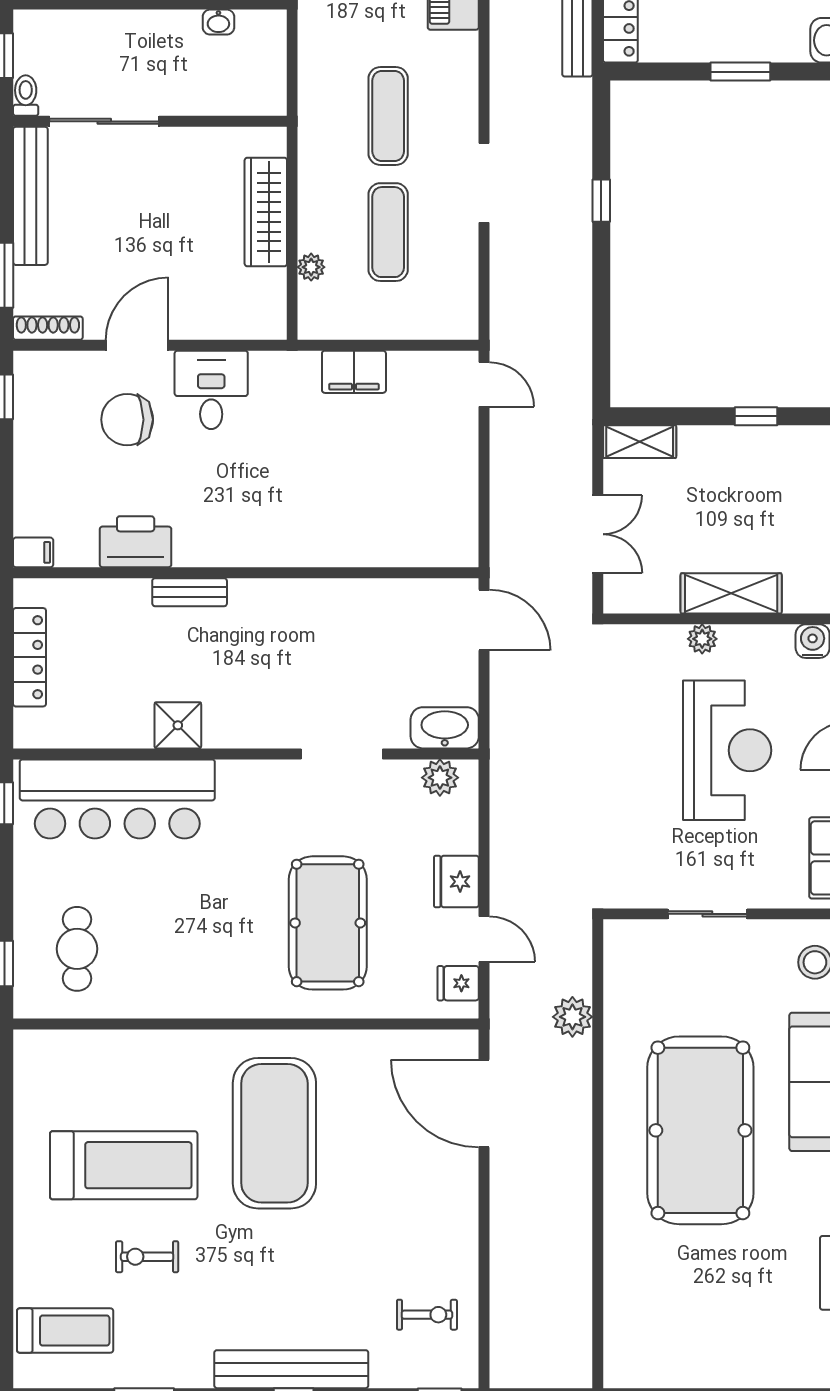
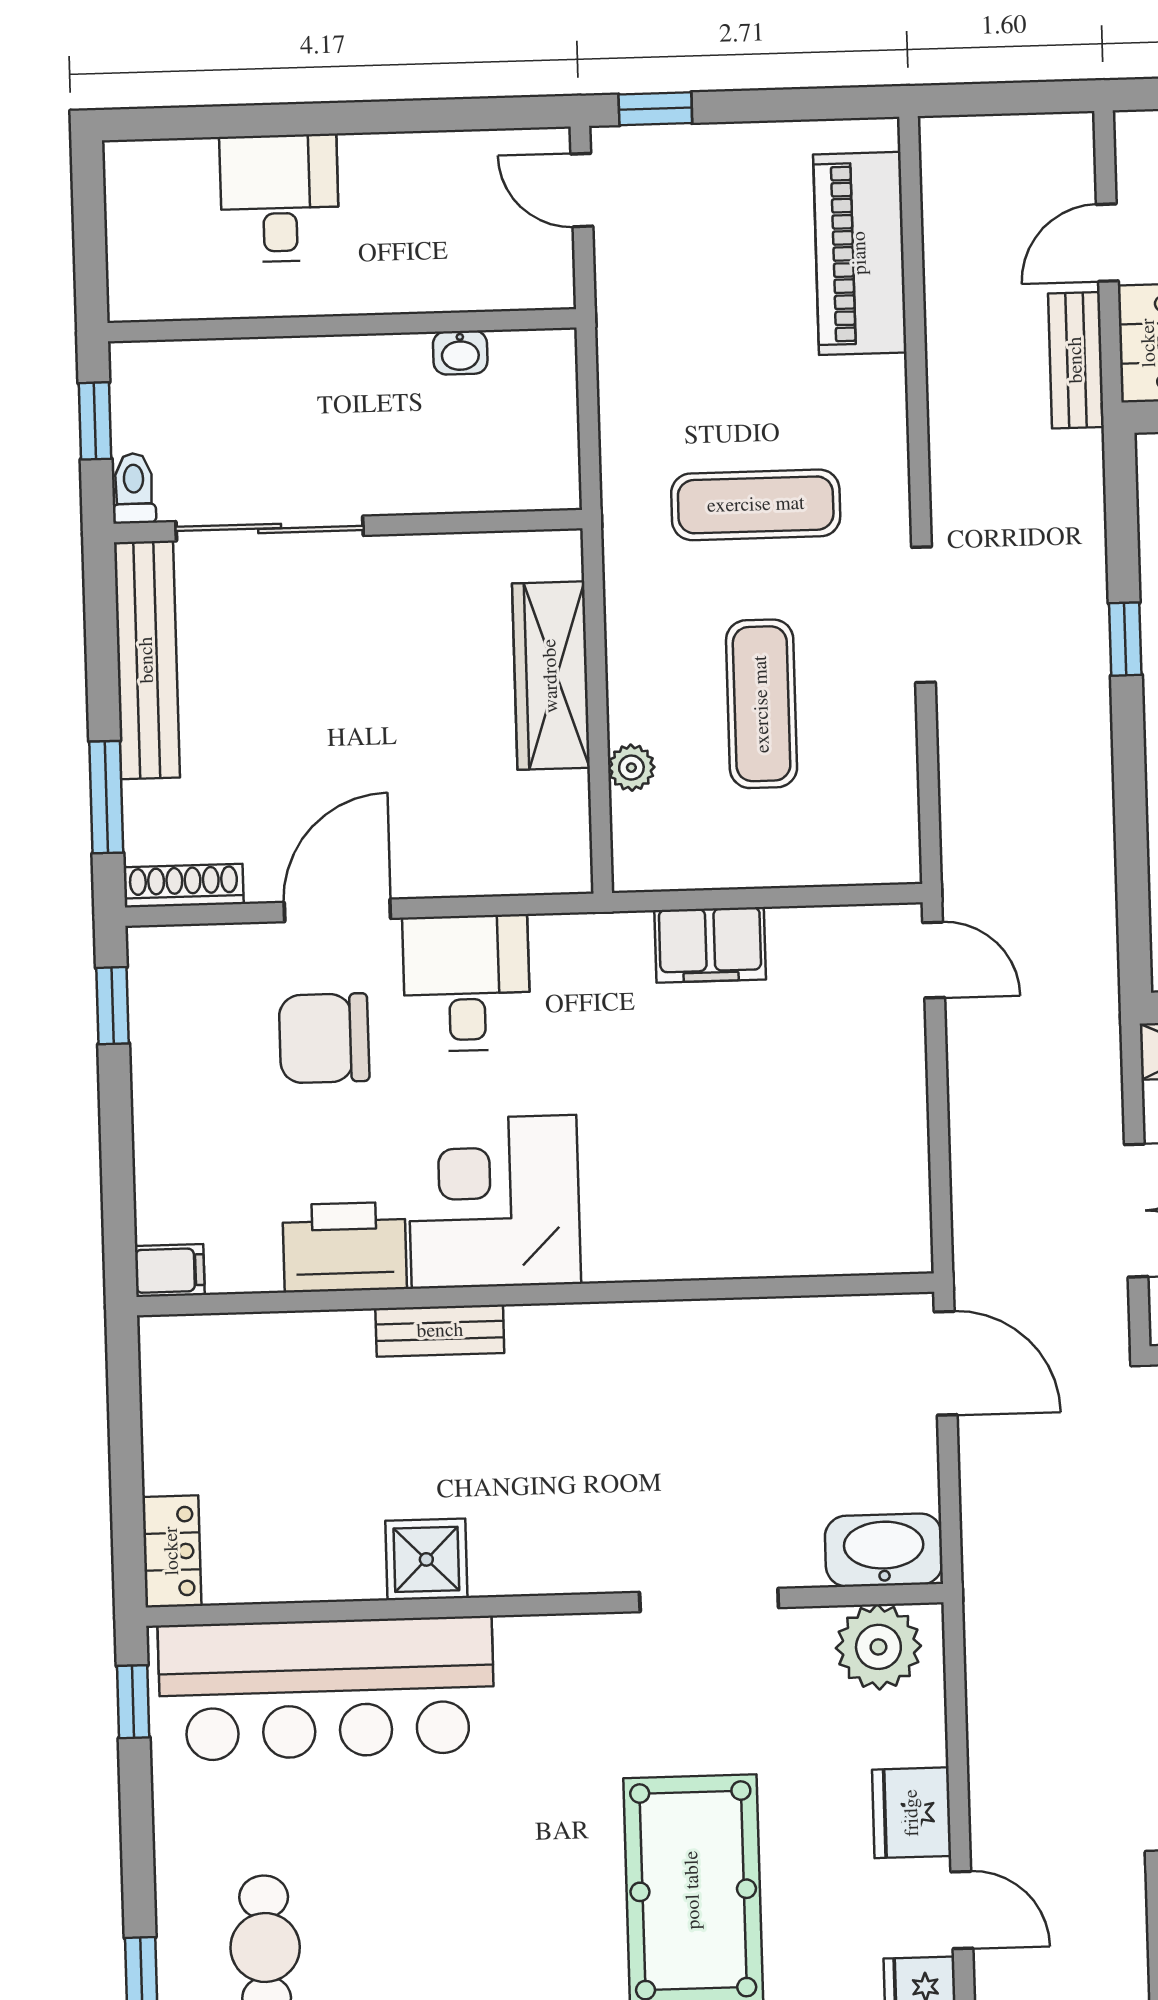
exercise mat: (388, 116) -> (756, 505), turned 90
corner desk: (223, 518) -> (494, 1202), added
locker: (30, 657) -> (172, 1551), moved, width x0.66
plant: (440, 778) -> (878, 1647), width x1.36, depth x1.36

